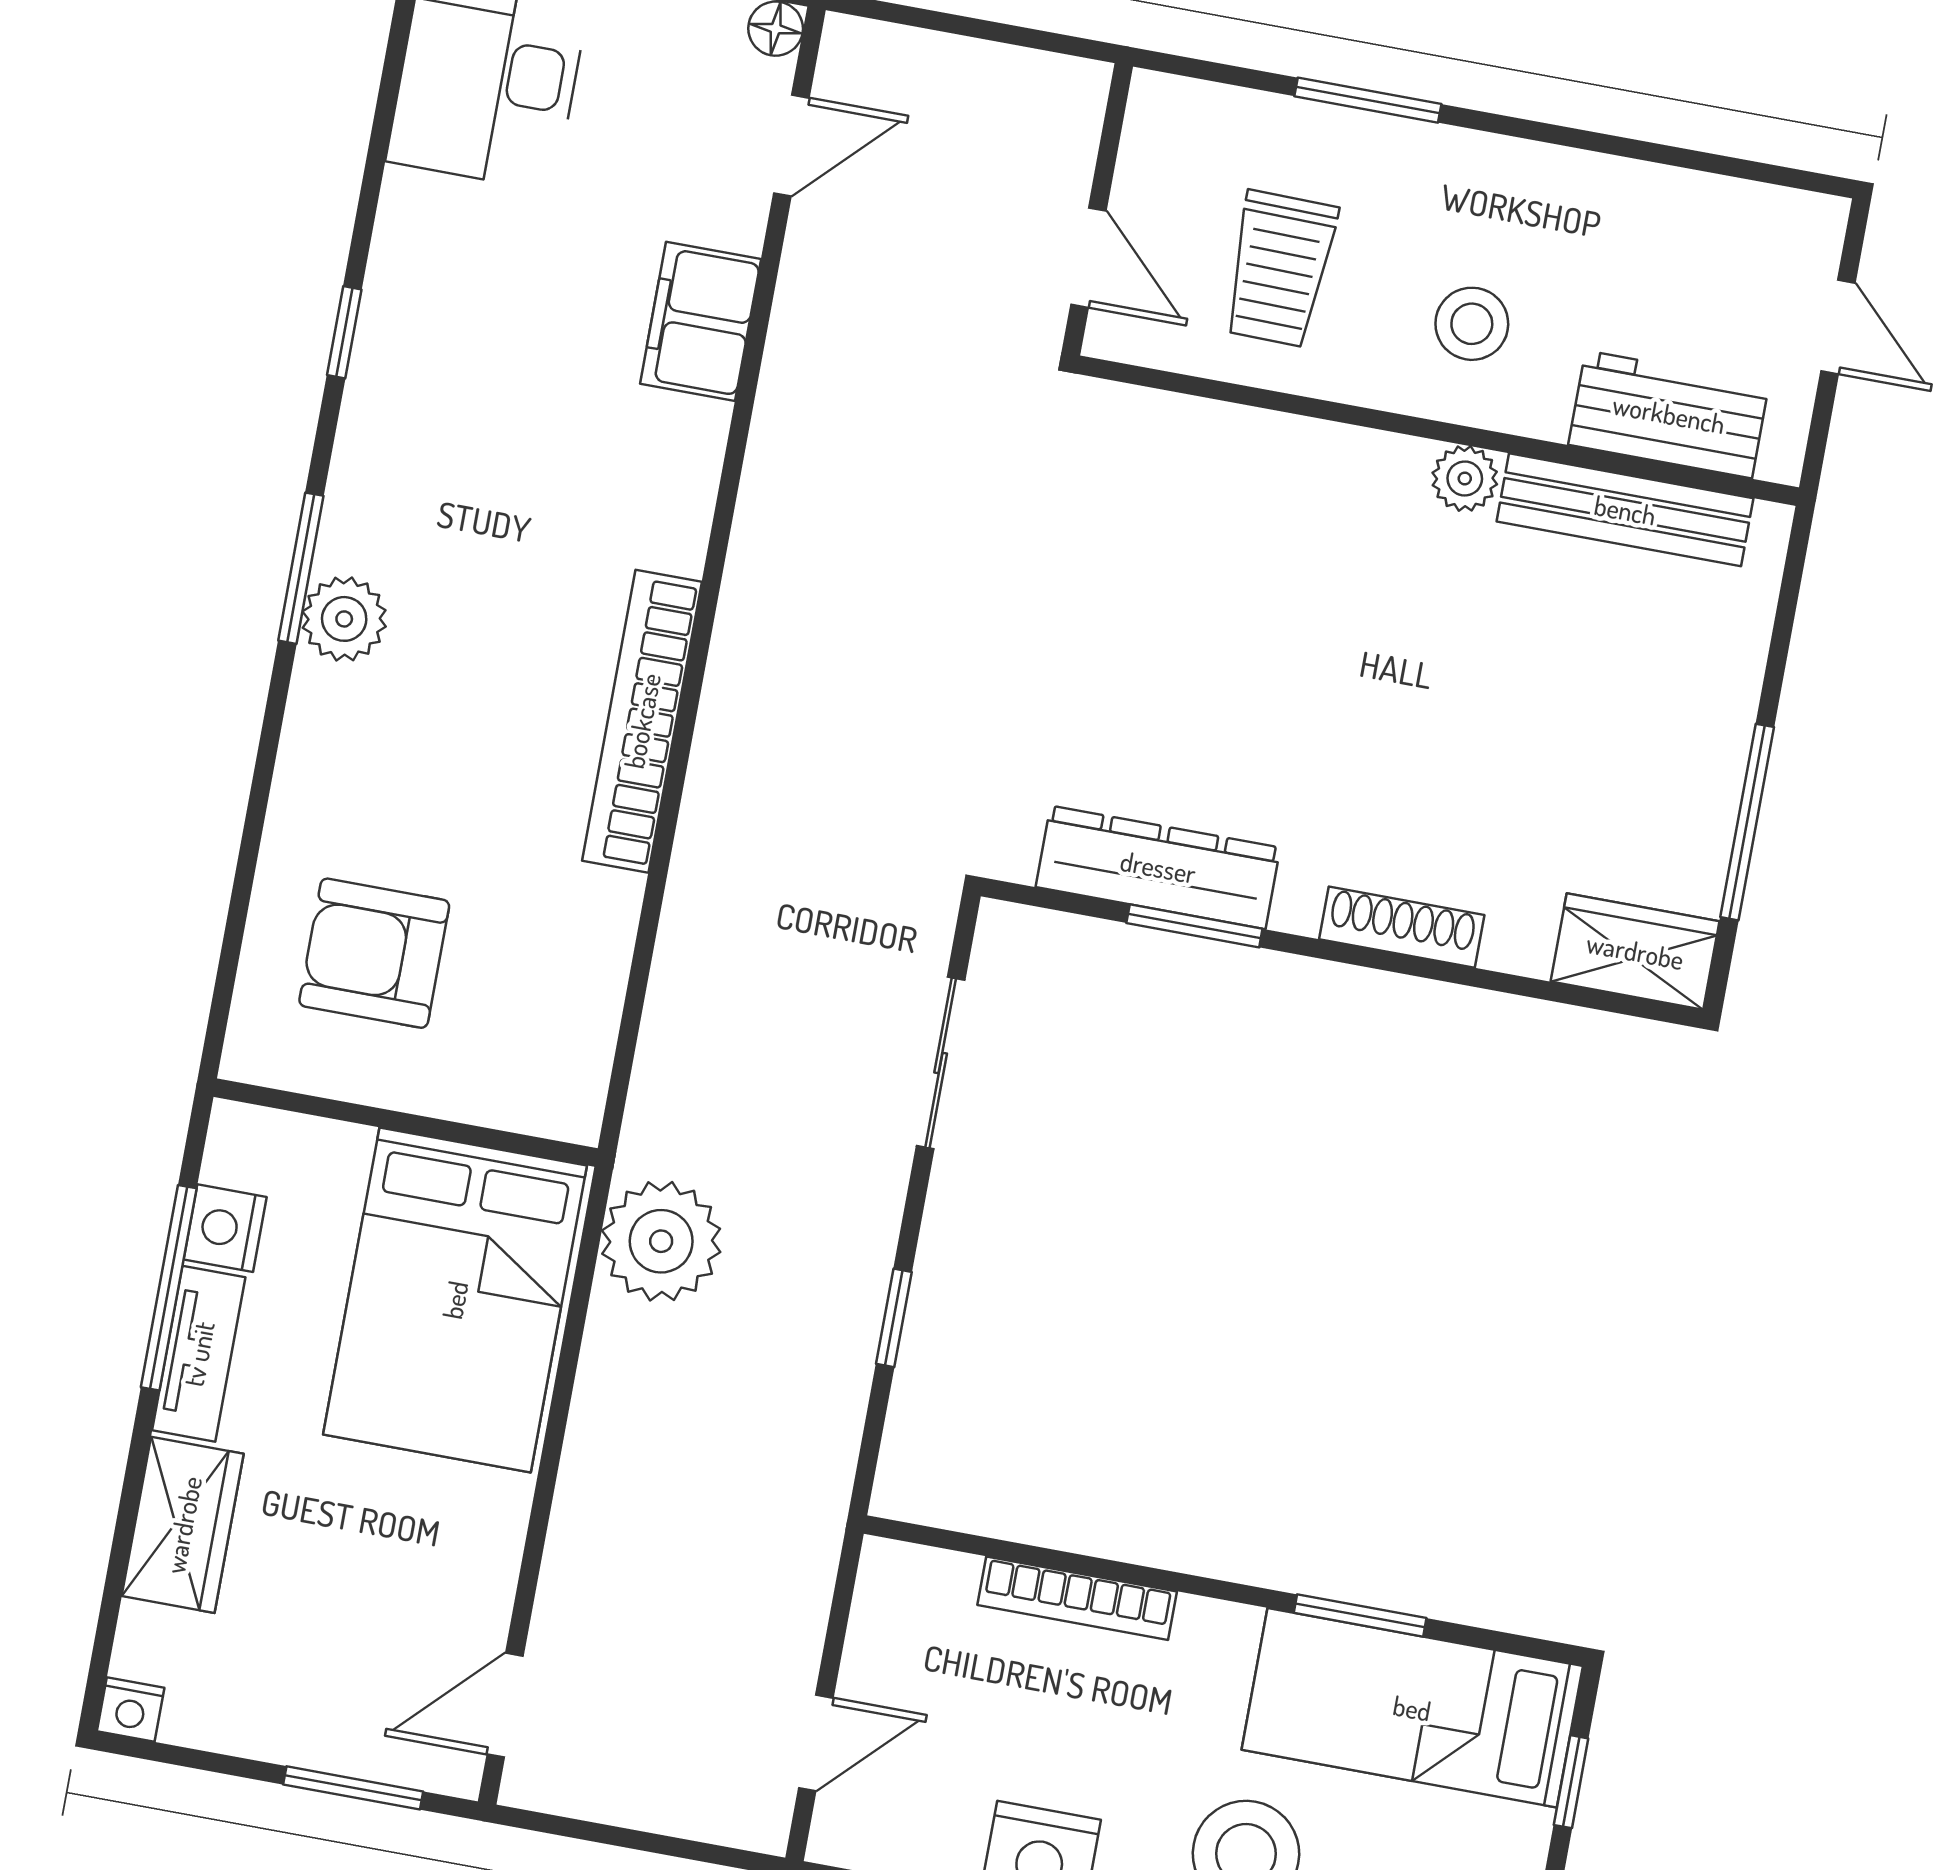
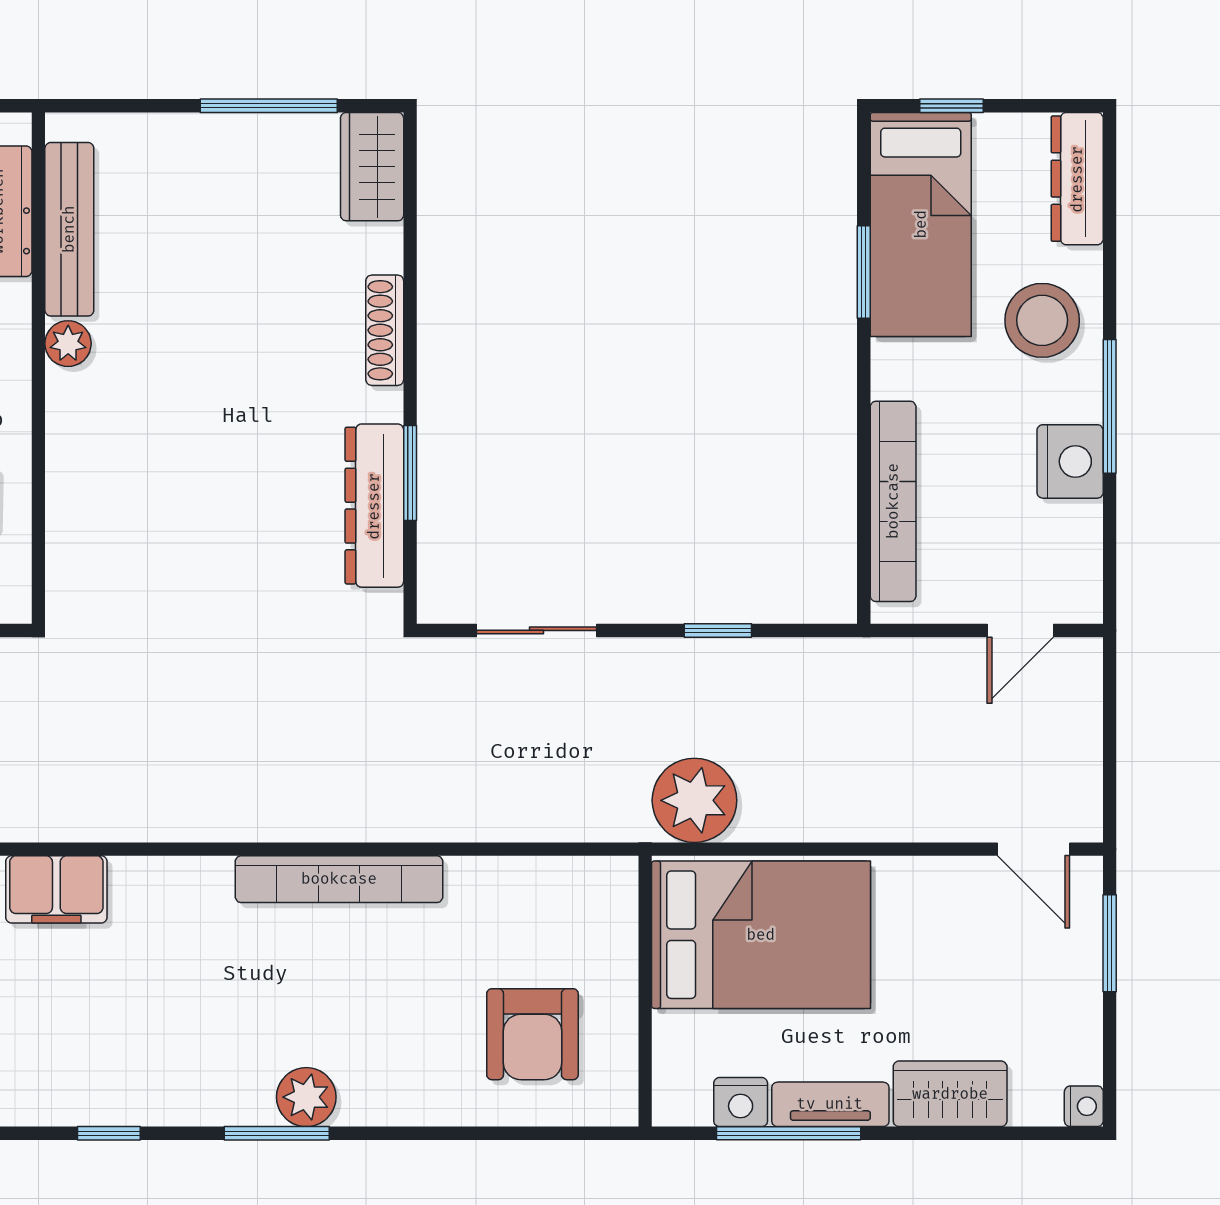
bookcase: (1077, 1598) -> (893, 501), width x1.48, depth x1.31
door: (816, 1743) -> (1020, 630), swing flipped

